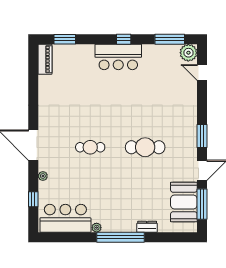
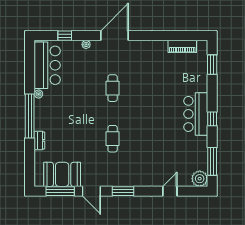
piano: (45, 59) -> (182, 46), moved
door: (202, 72) -> (170, 191), moved
cafe table: (145, 147) -> (113, 139), width x0.73, depth x0.74

